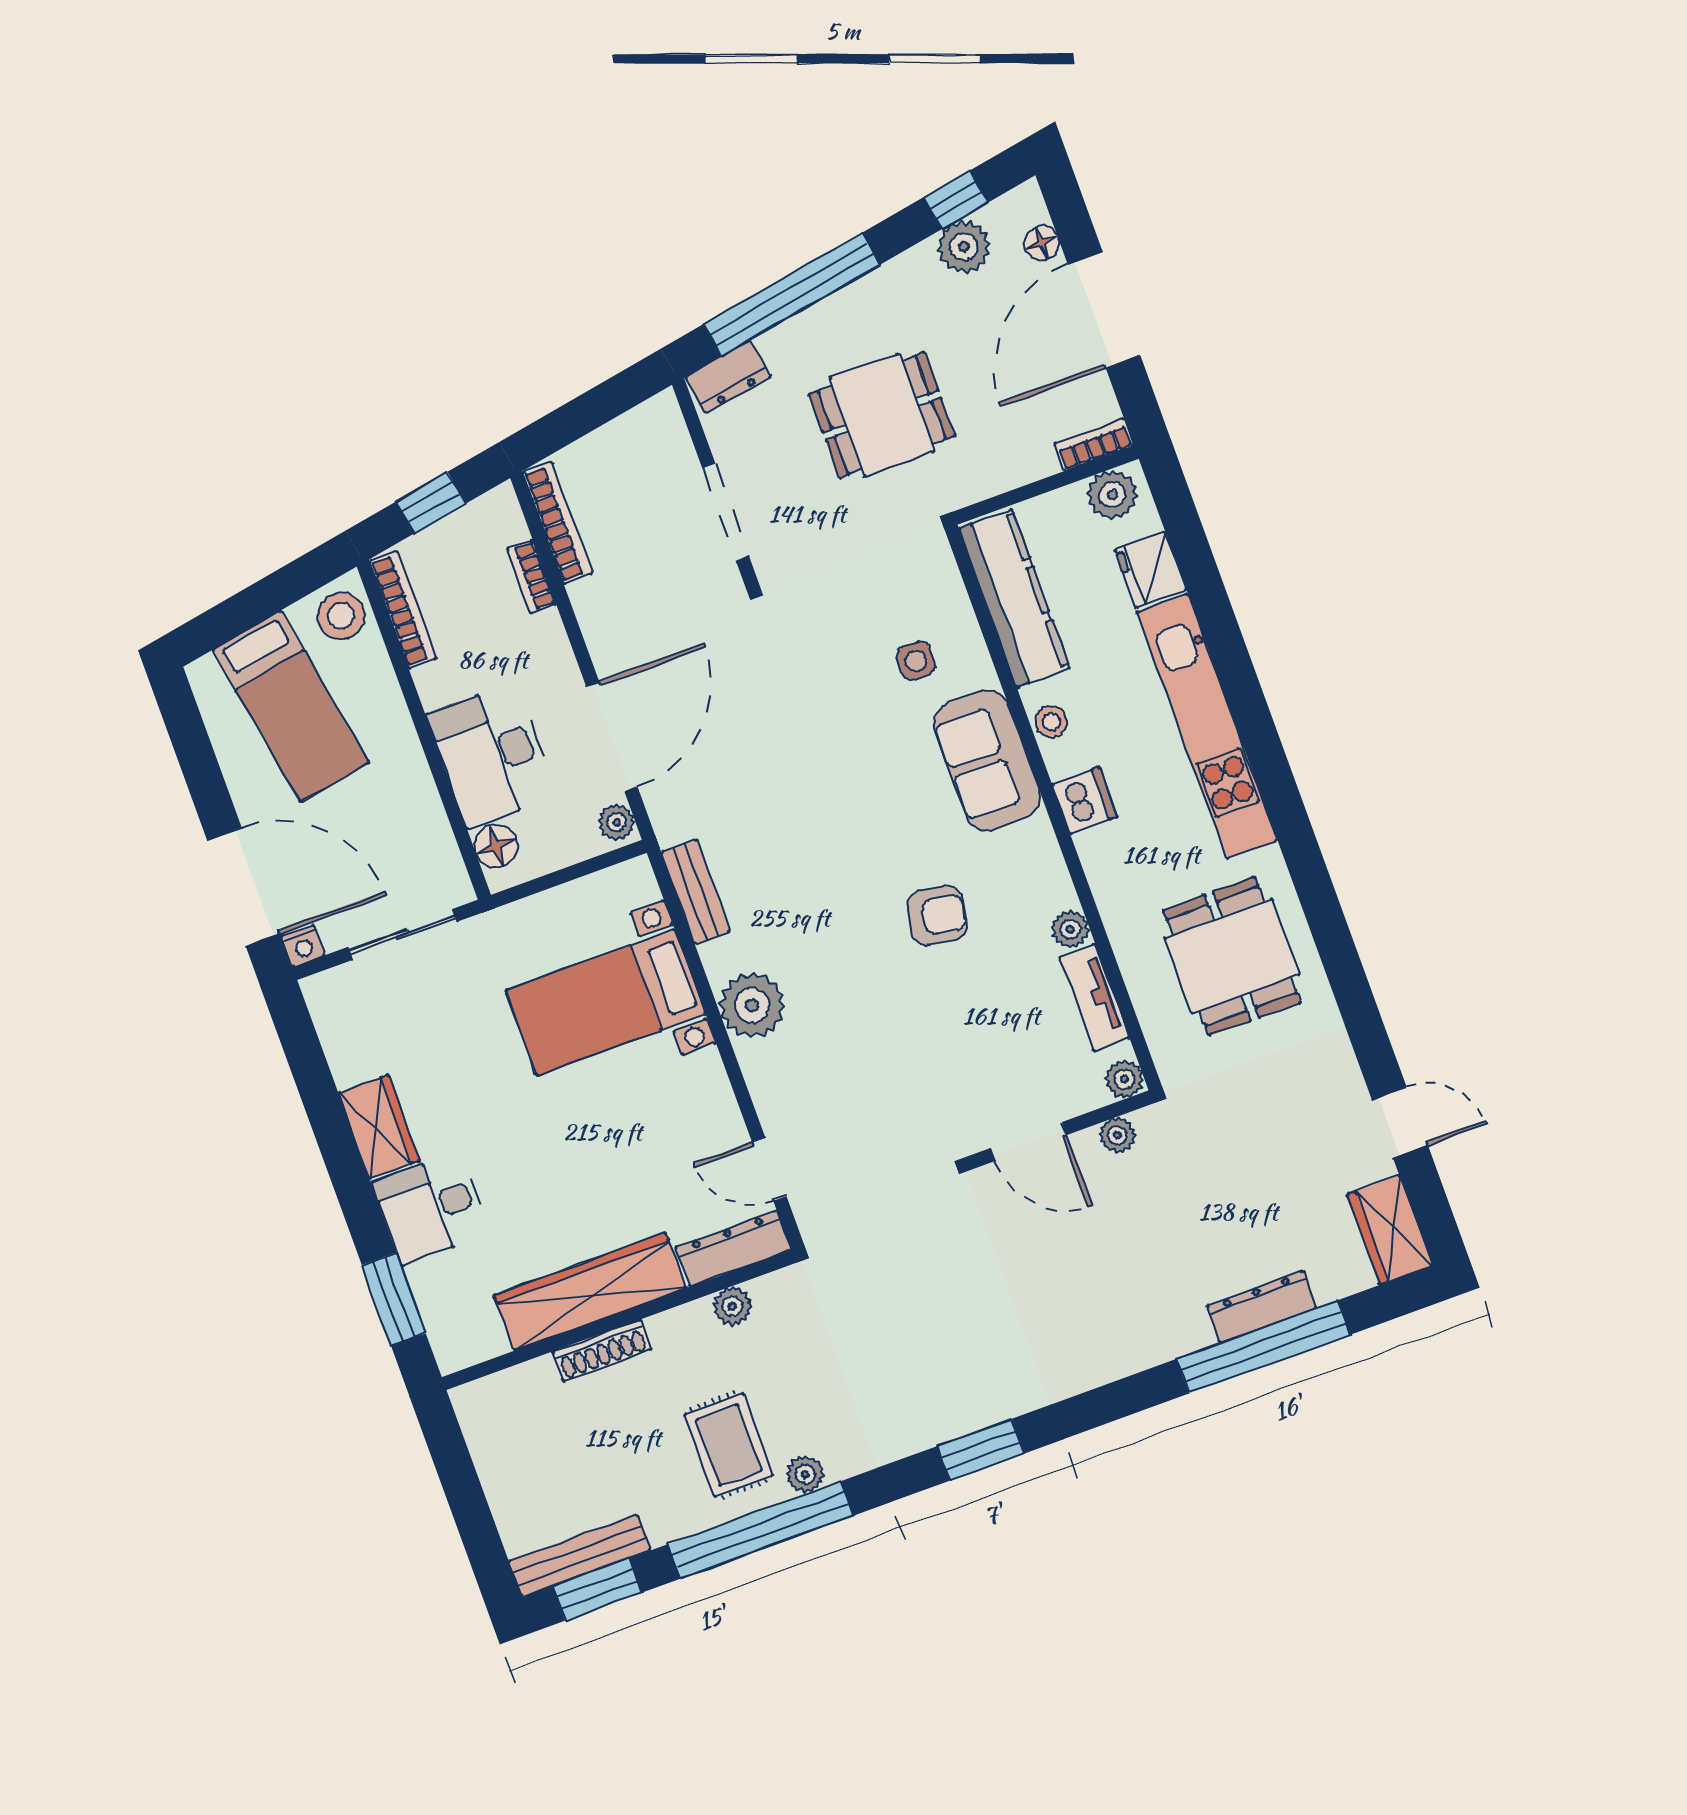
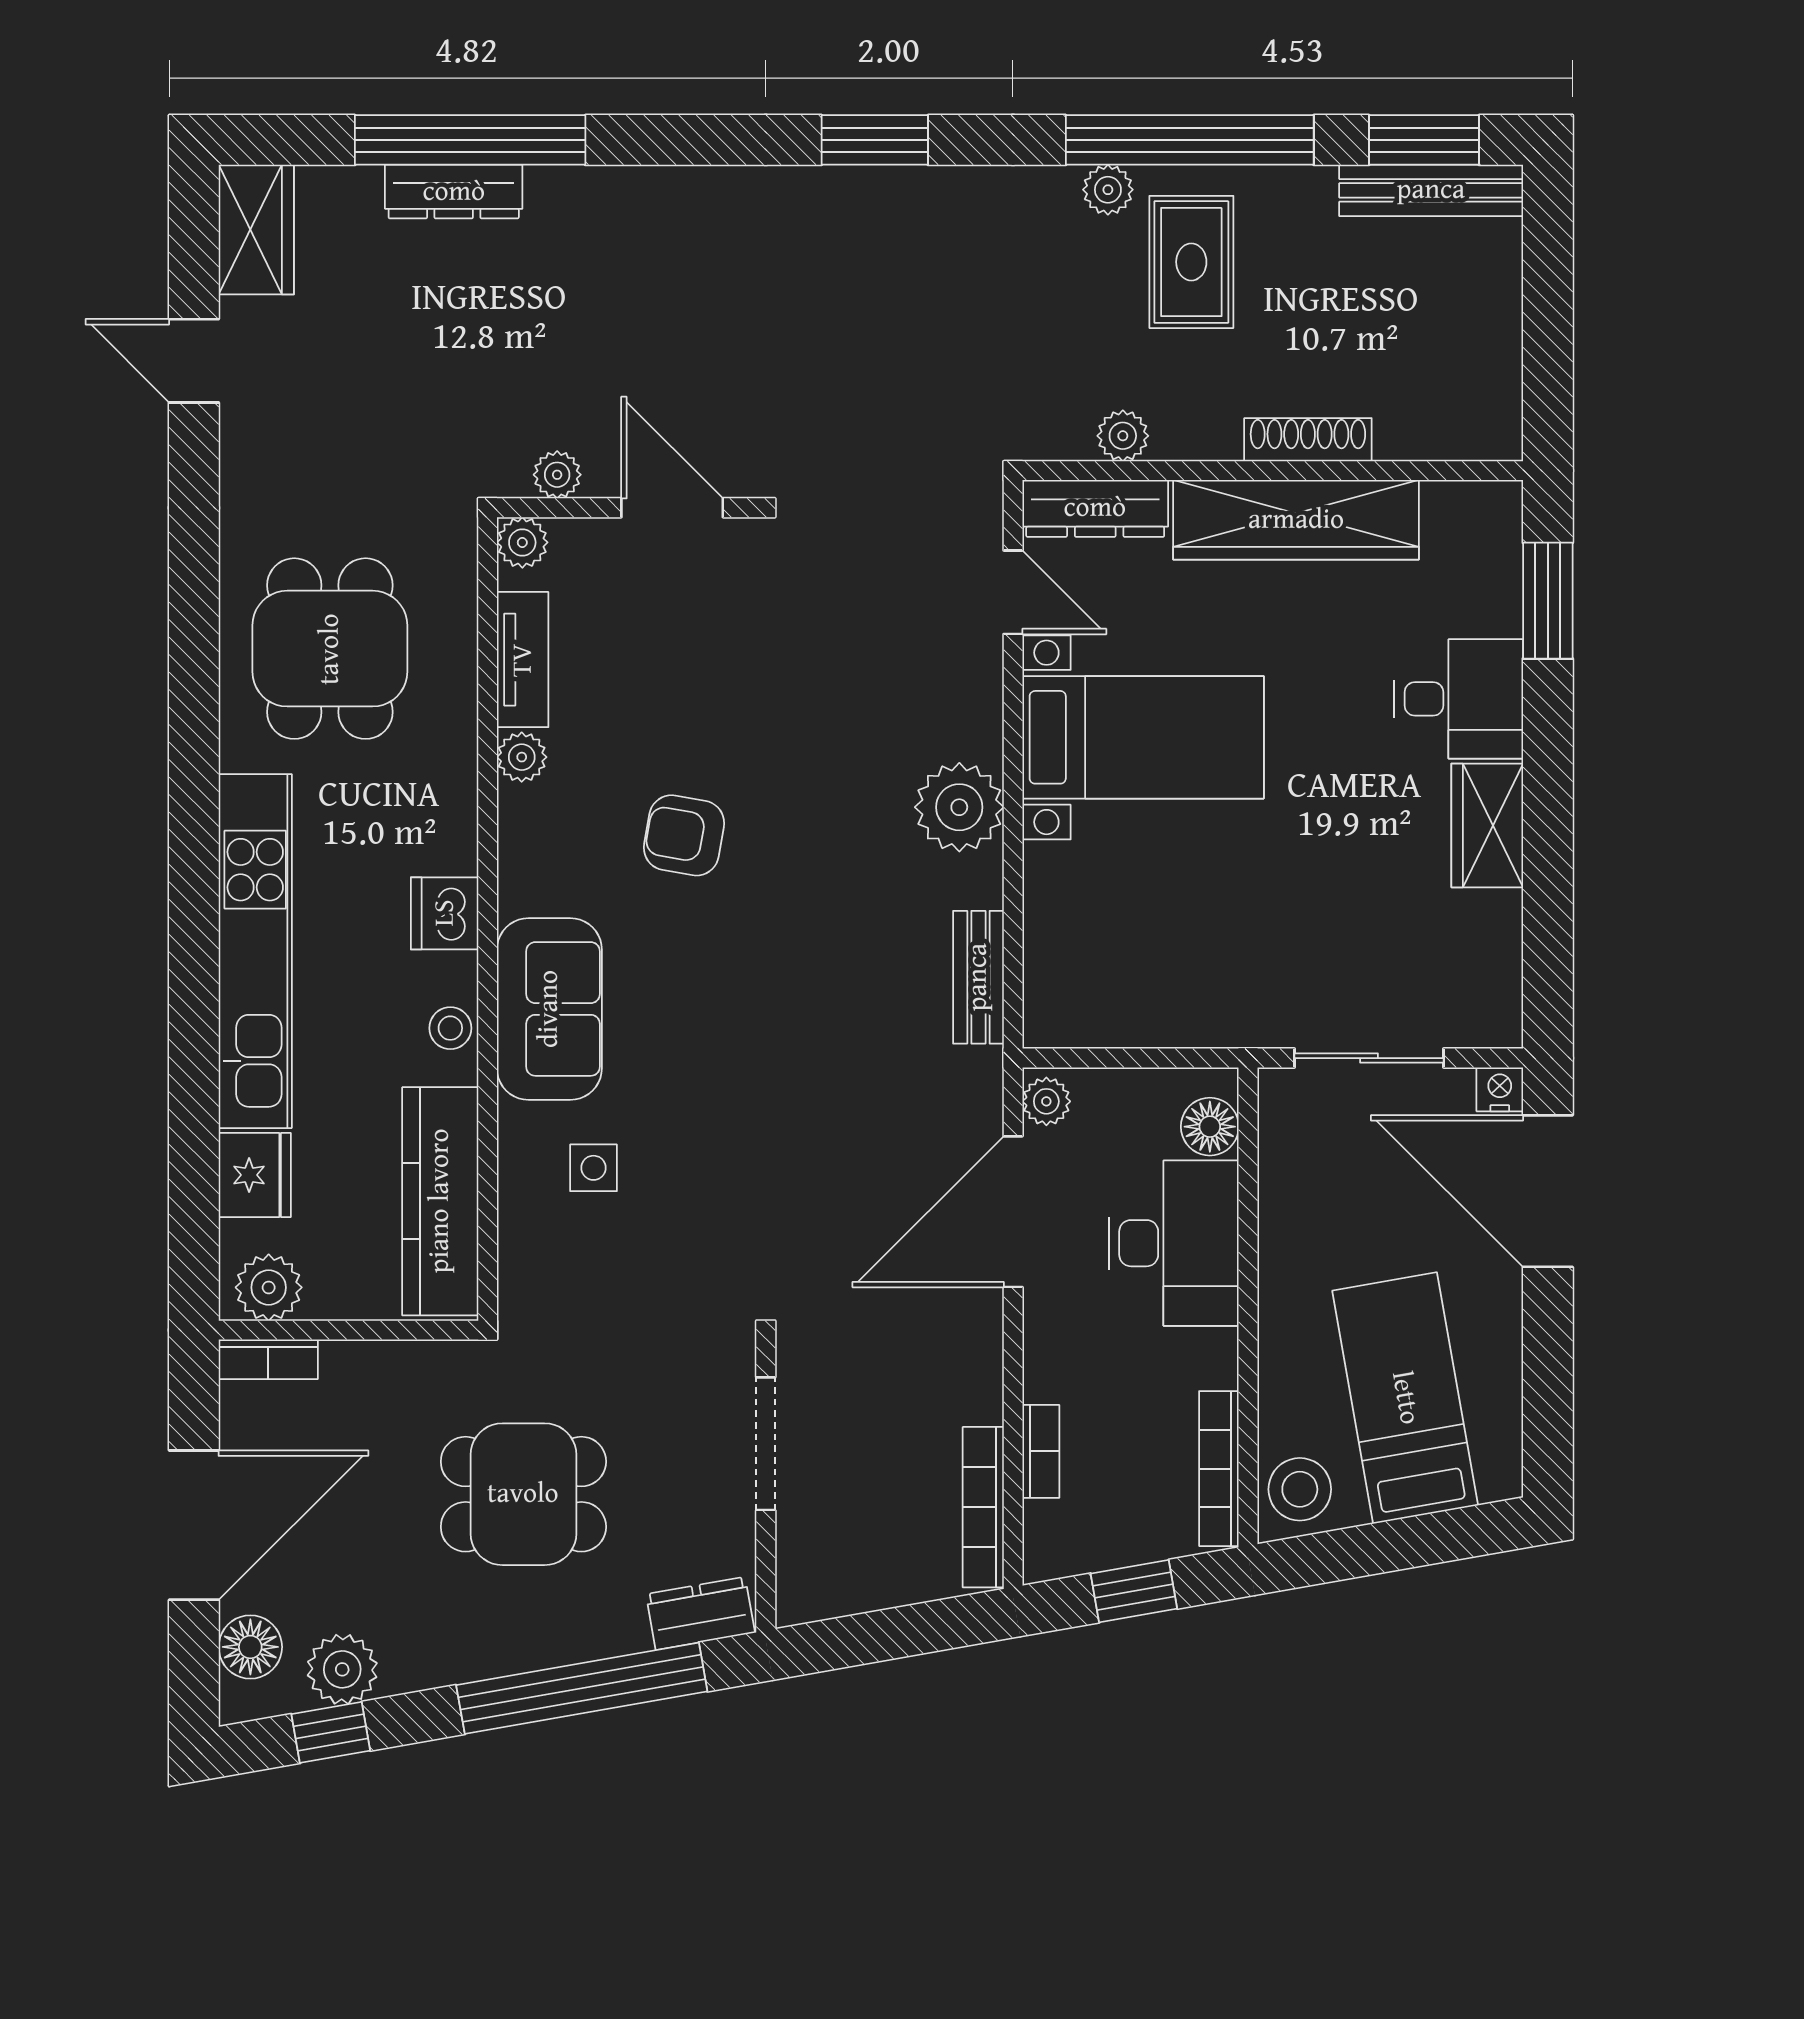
floor lamp: (1042, 243) -> (250, 1647), width x1.37, depth x1.37
bed with nightstands: (606, 1002) -> (1143, 737), moved

